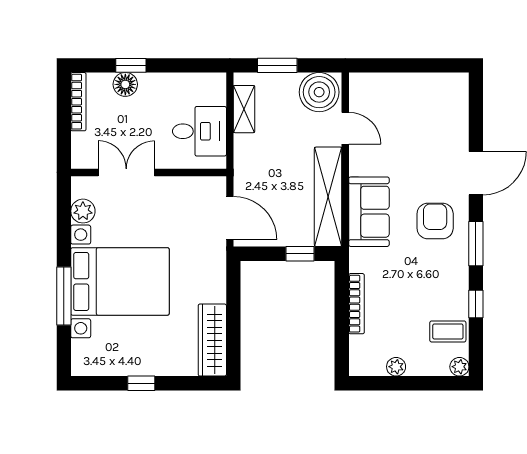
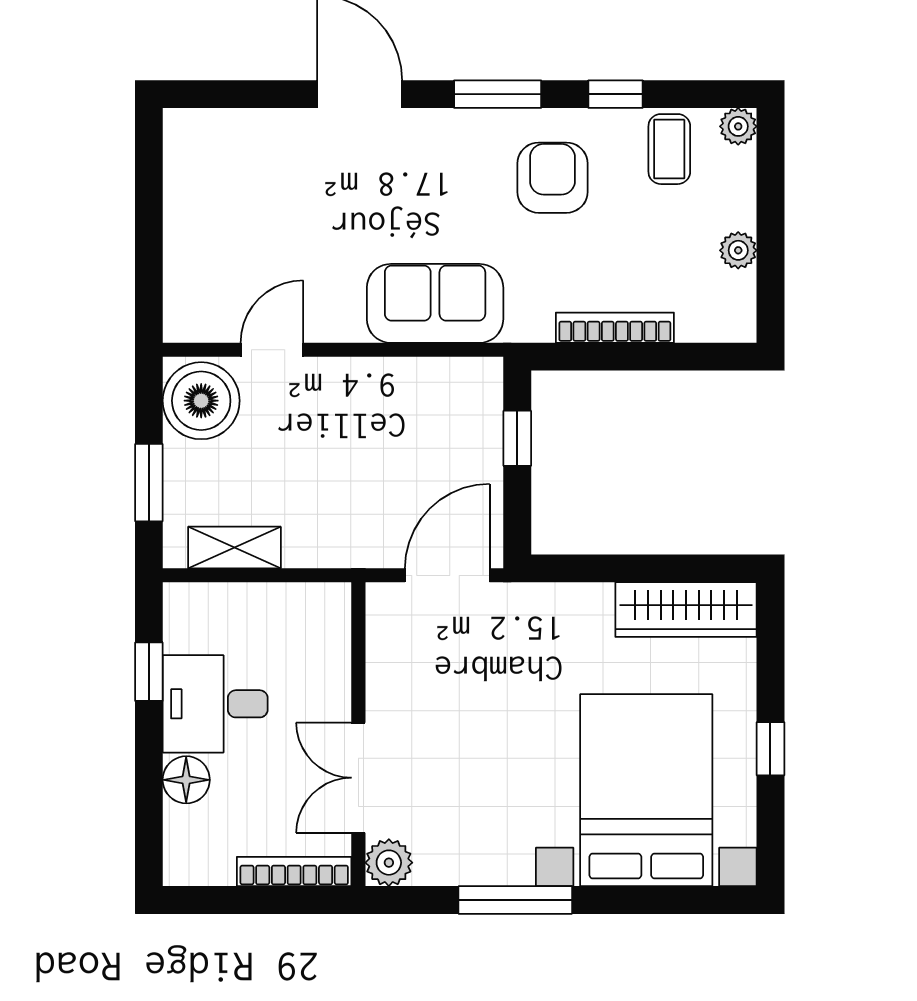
window: (131, 65) -> (149, 672), moved
bookcase: (78, 102) -> (294, 871), moved
desk: (199, 131) -> (215, 704), moved, turned -90
shelving: (328, 197) -> (406, 383), removed
plant: (83, 211) -> (389, 863), moved
armchair: (435, 221) -> (552, 178), moved, turned 90
bed with nightstands: (120, 281) -> (646, 790), moved
window: (64, 296) -> (515, 900), moved

